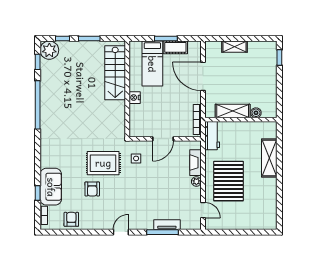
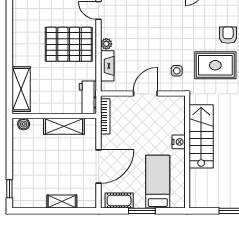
cot: (175, 47) -> (119, 201), moved
stairs: (115, 73) -> (201, 136), moved
door: (203, 76) -> (99, 167), hinge flipped
boiler: (256, 113) -> (24, 124), moved
shelving: (269, 158) -> (21, 89), moved
pallet: (229, 181) -> (69, 44), turned 90

